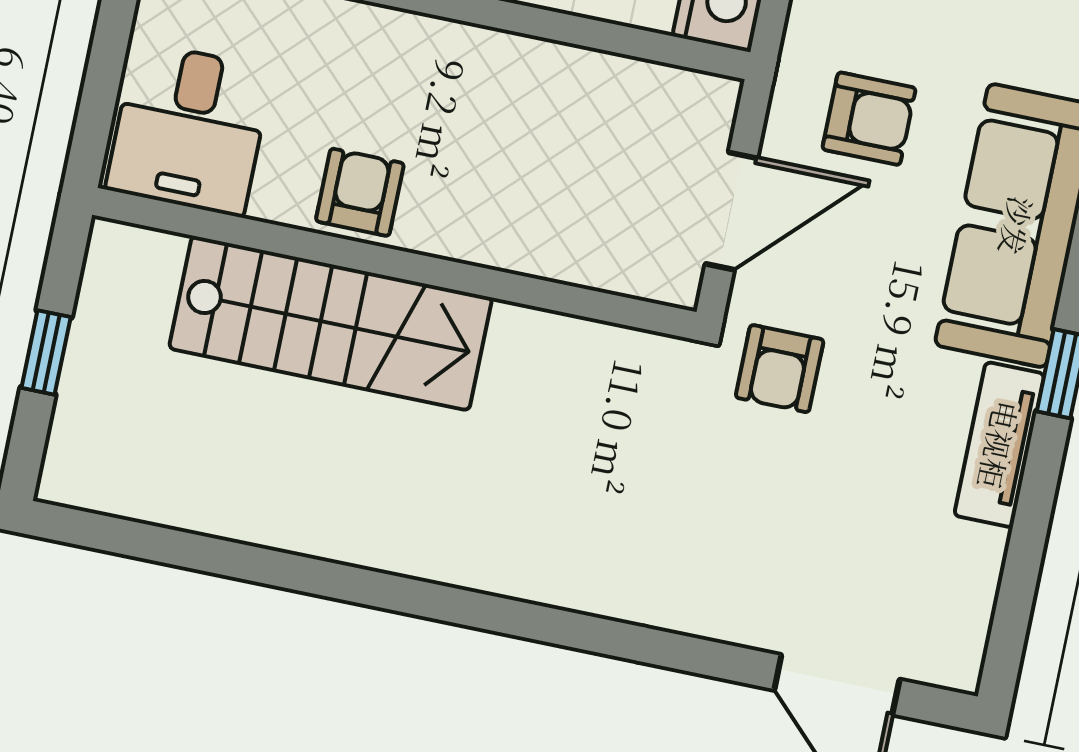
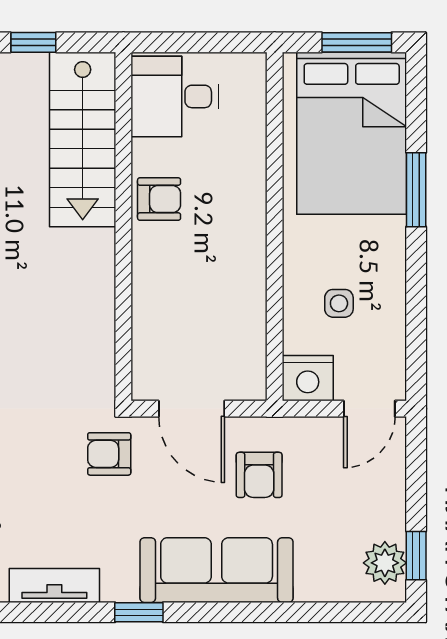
stairs: (331, 323) -> (83, 139), moved
tv unit: (999, 445) -> (54, 585), moved

